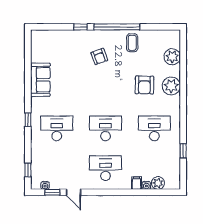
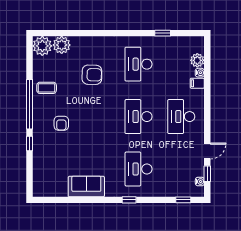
armchair: (99, 56) -> (61, 123), turned 110
plant: (171, 86) -> (42, 46), moved

